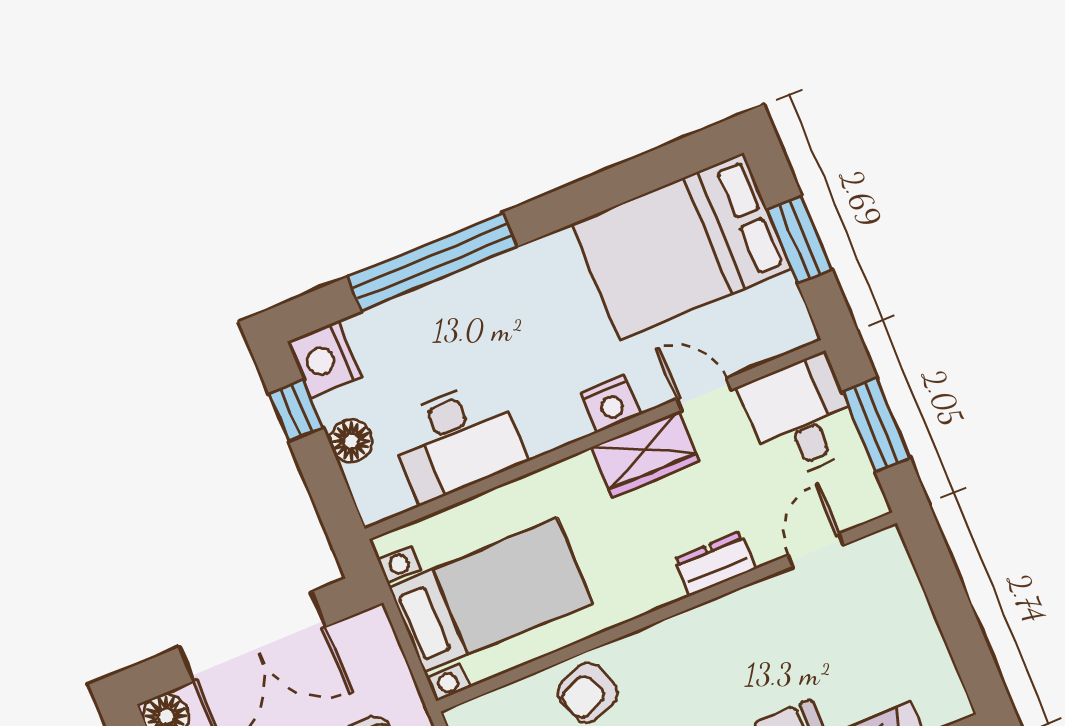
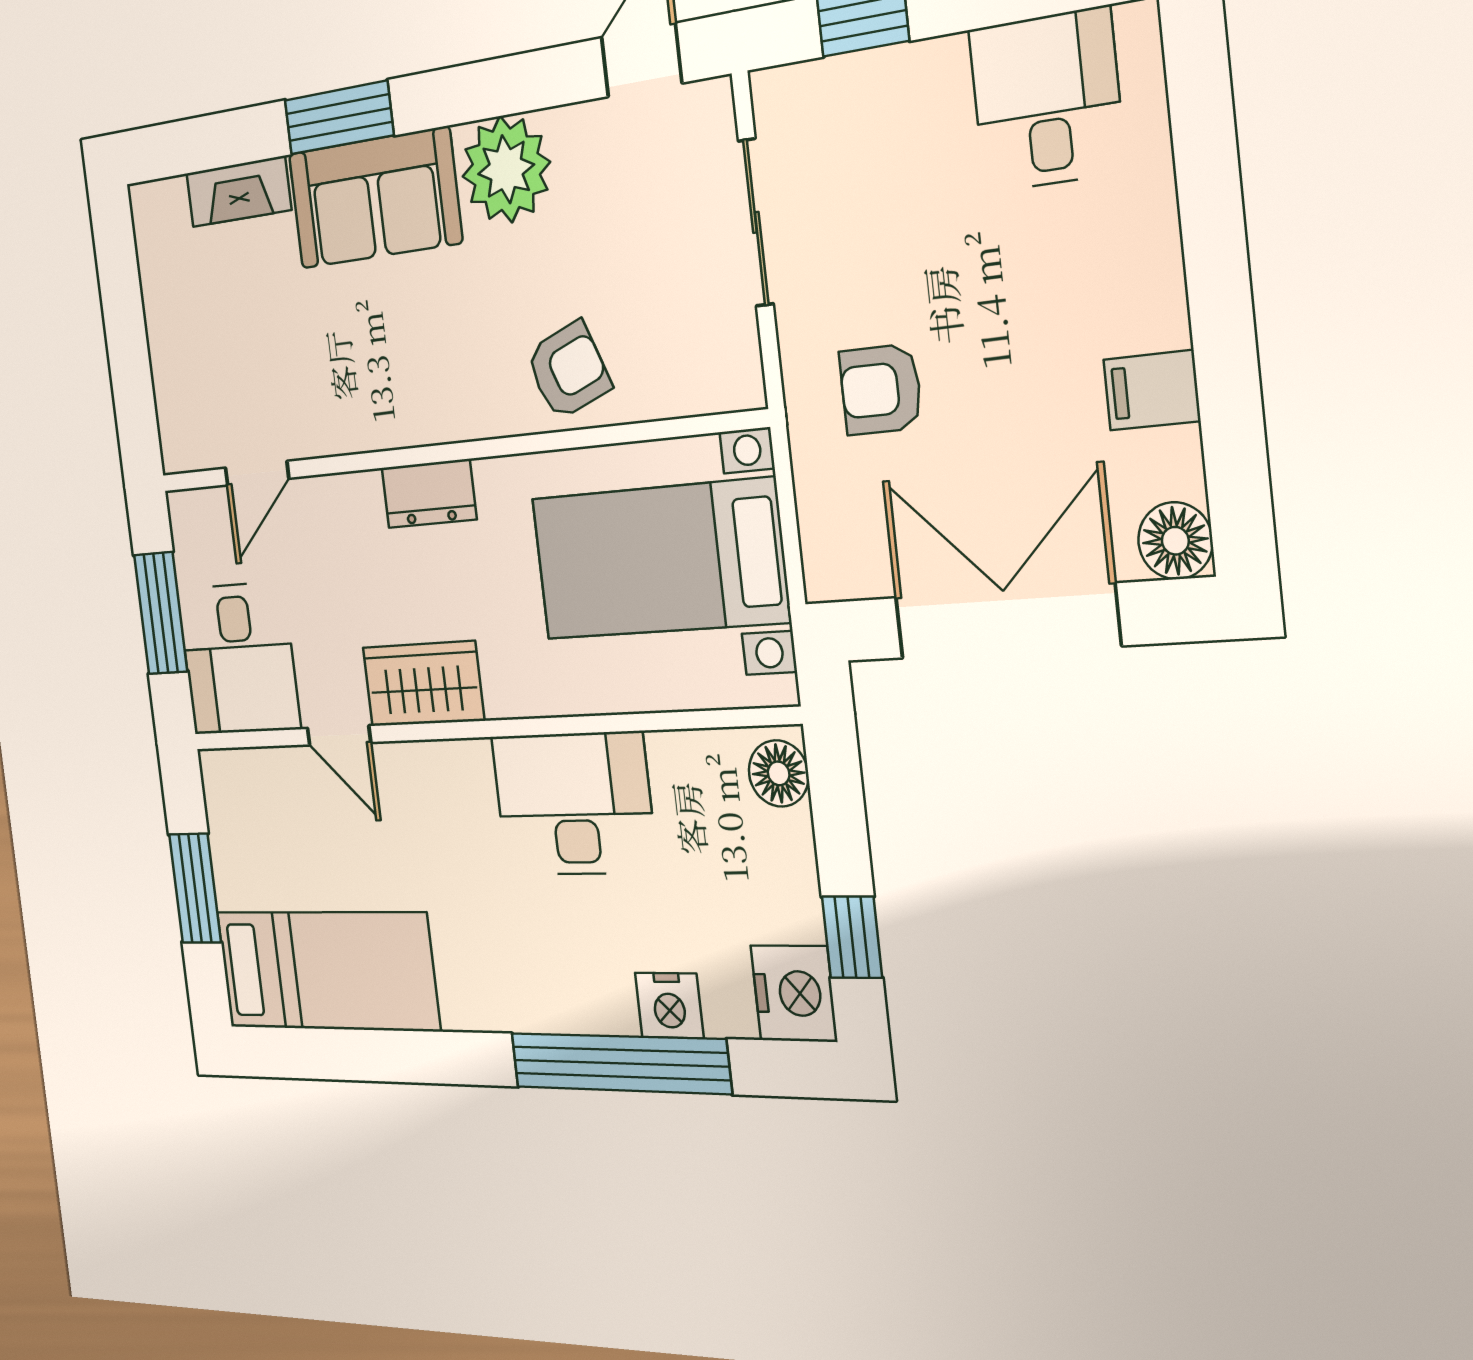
bed: (682, 246) -> (327, 971), width x0.67
nightstand: (611, 404) -> (669, 1005), moved, turned 180
desk: (457, 440) -> (574, 804), moved
floor lamp: (351, 441) -> (779, 773), moved
dresser: (715, 564) -> (429, 494), moved

